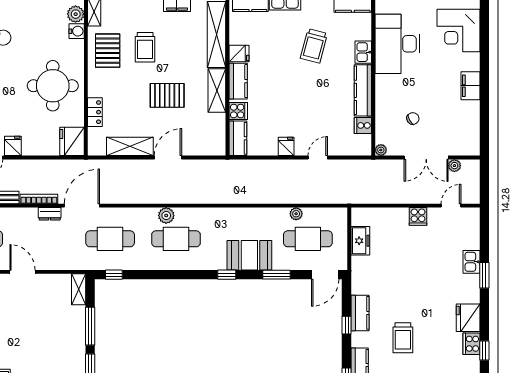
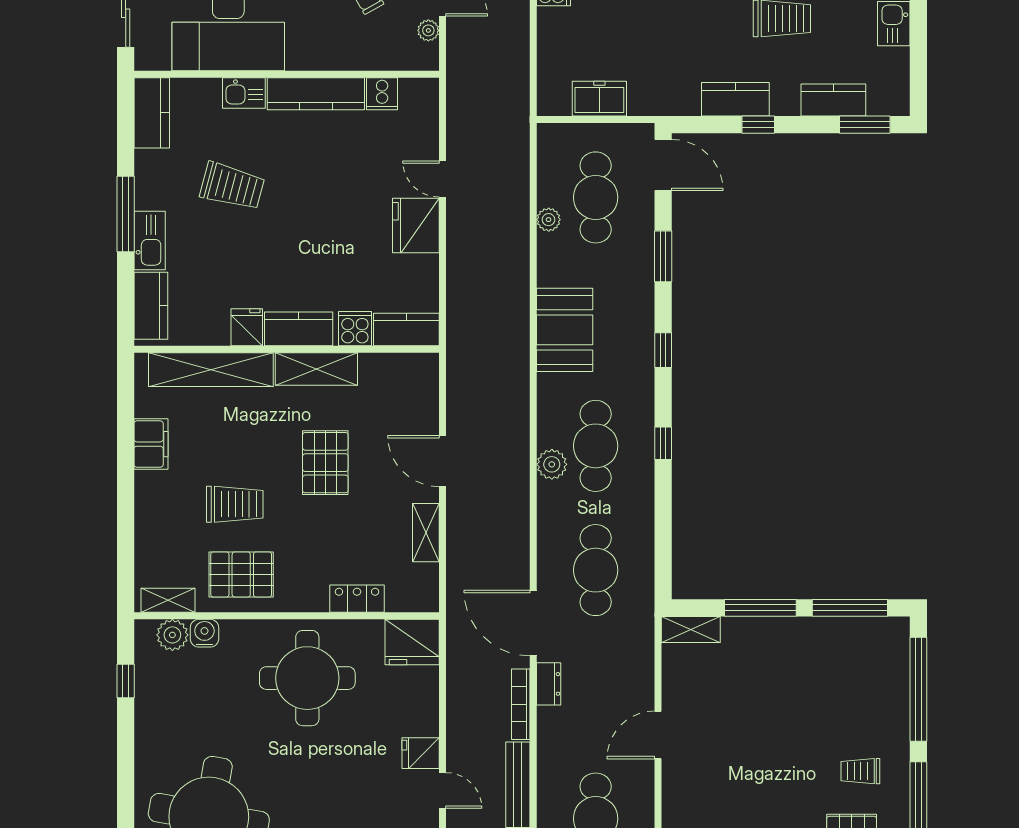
shelving: (130, 146) -> (426, 533), width x0.67, depth x0.75
fridge: (286, 146) -> (416, 225), width x1.88, depth x1.34
plant: (381, 150) -> (428, 30), moved
booth: (249, 255) -> (565, 330), moved
window: (114, 275) -> (663, 443), moved

